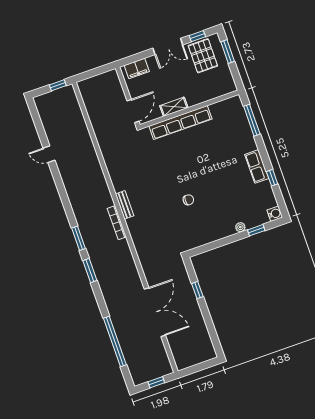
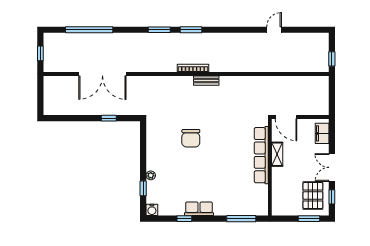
pallet: (203, 56) -> (313, 196), turned 90
chair: (188, 200) -> (191, 138), width x1.87, depth x1.87

